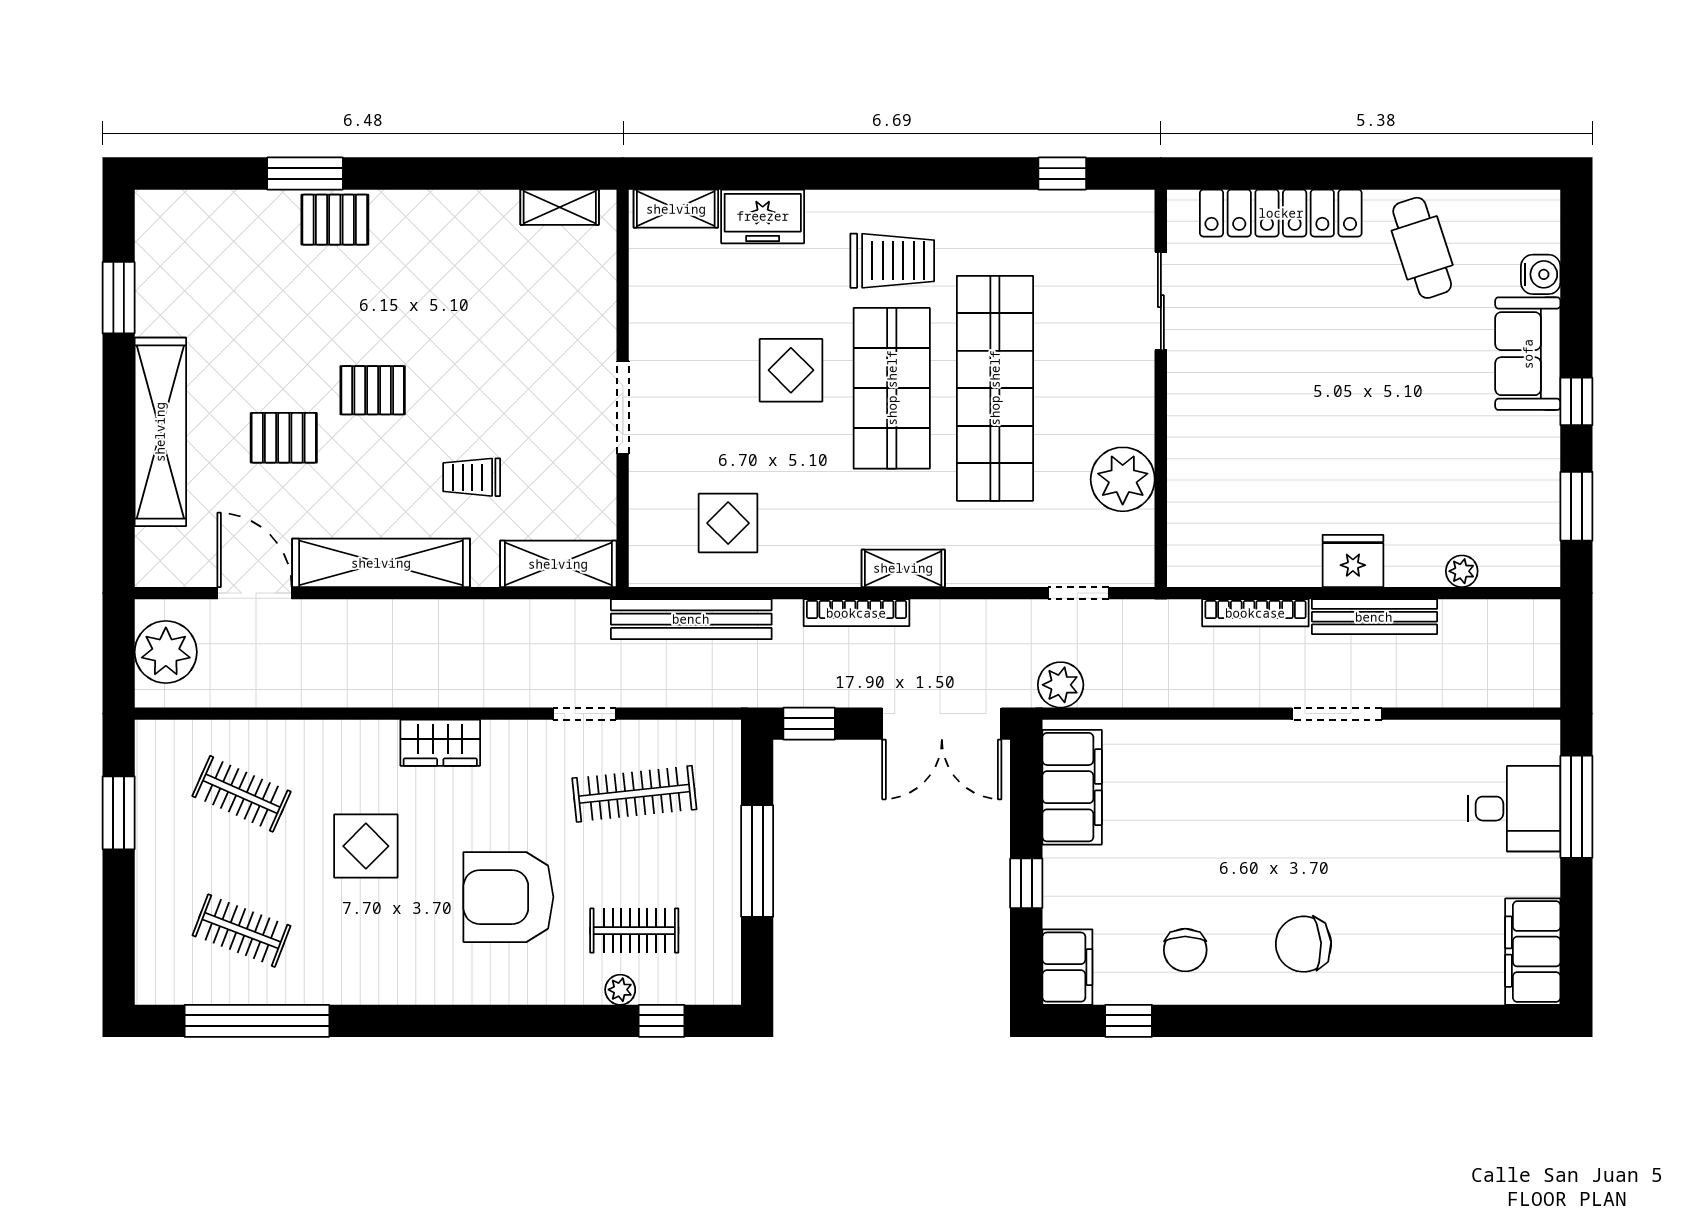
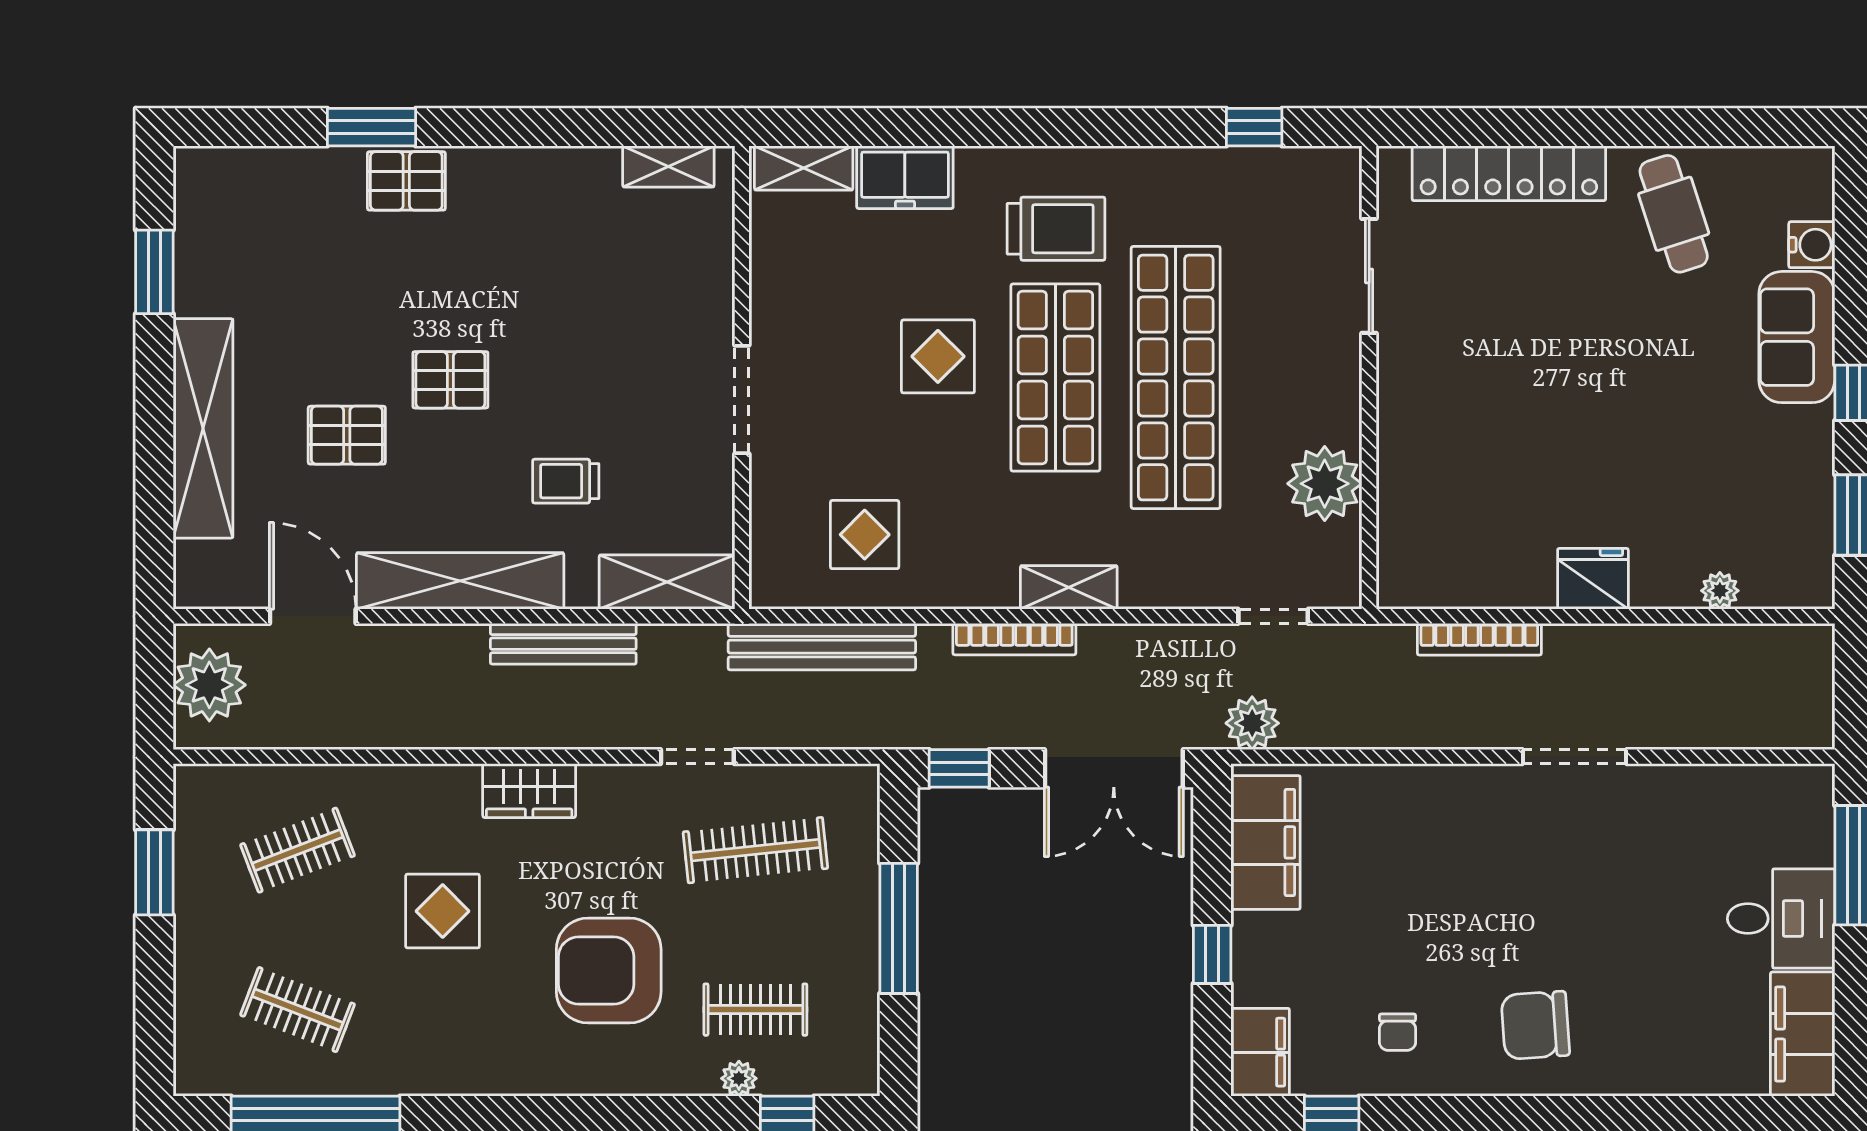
bench: (1374, 617) -> (563, 644), moved
clothes rail: (241, 794) -> (298, 850), turned -45
desk: (1514, 809) -> (1781, 919), moved
chair: (1185, 950) -> (1398, 1032), width x0.73, depth x0.73

